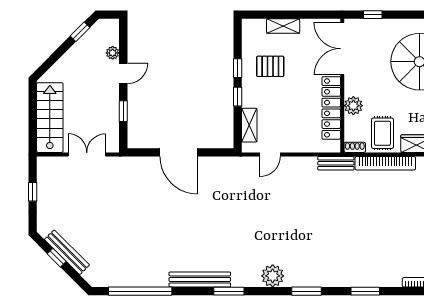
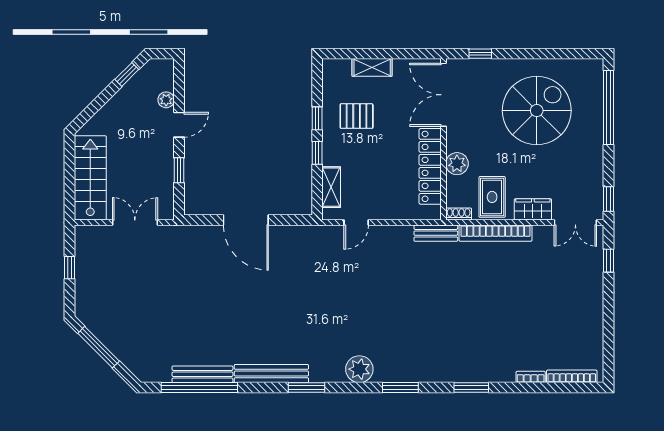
bench: (67, 252) -> (202, 374), moved, turned -45
window: (57, 258) -> (99, 347), width x2.17

